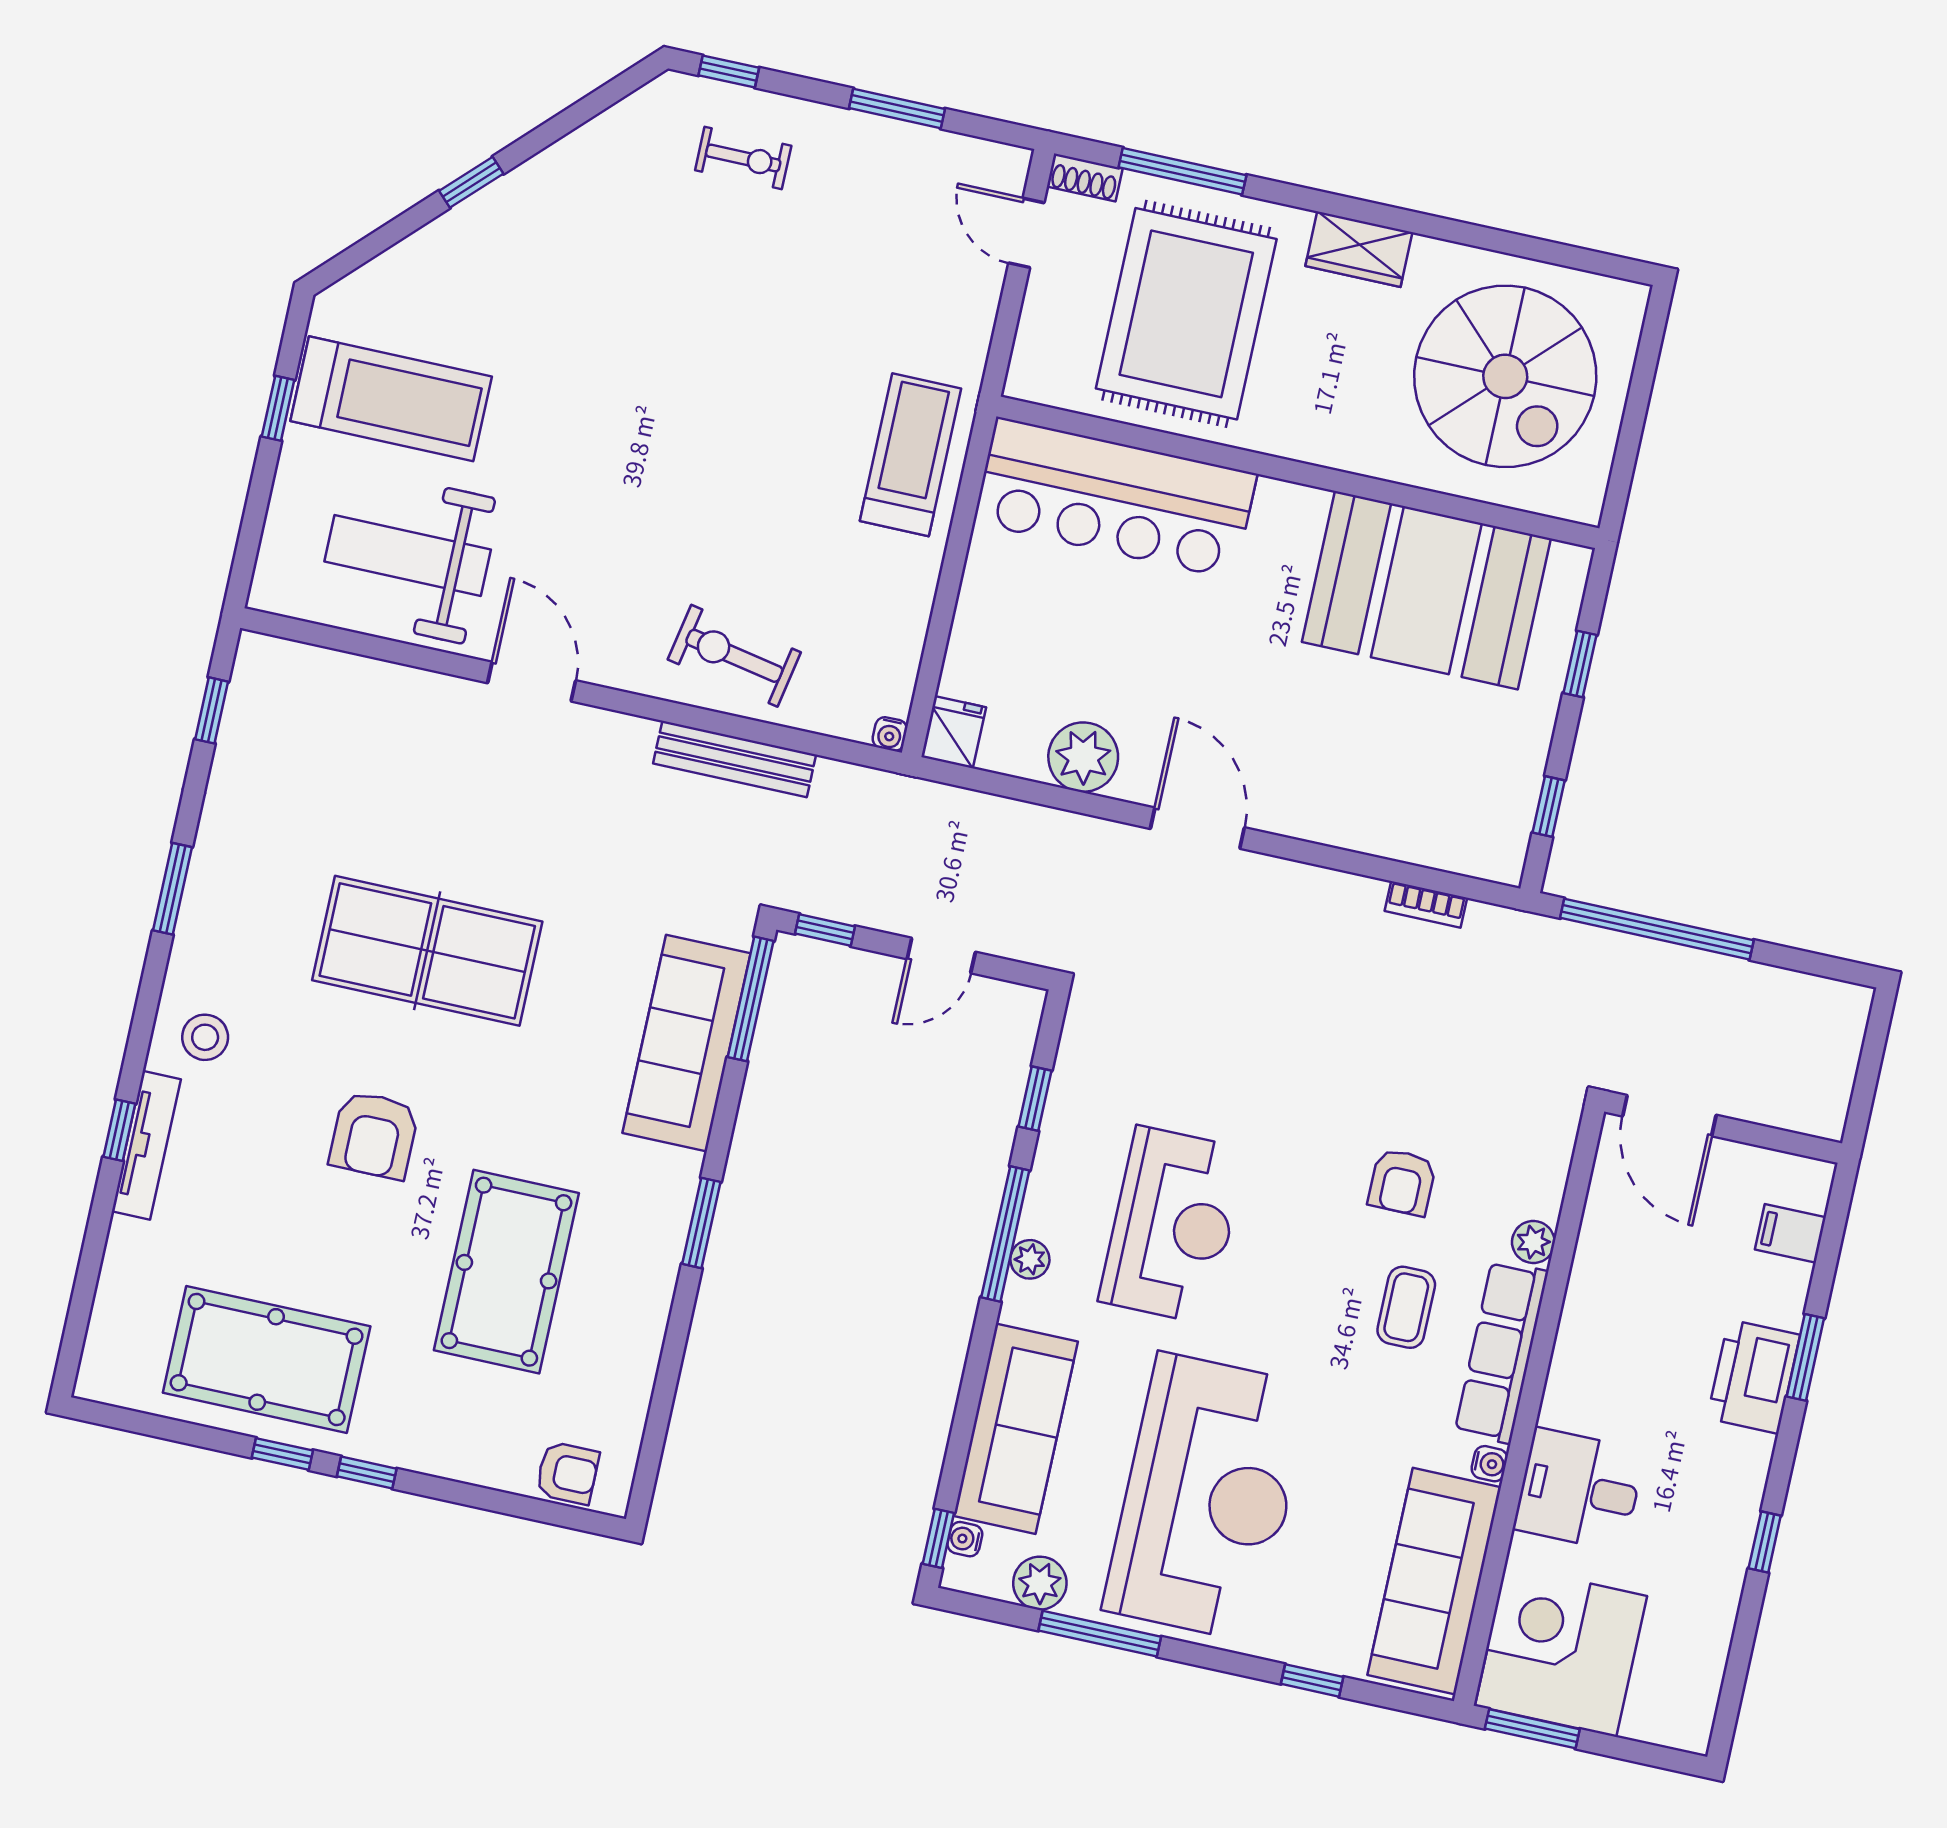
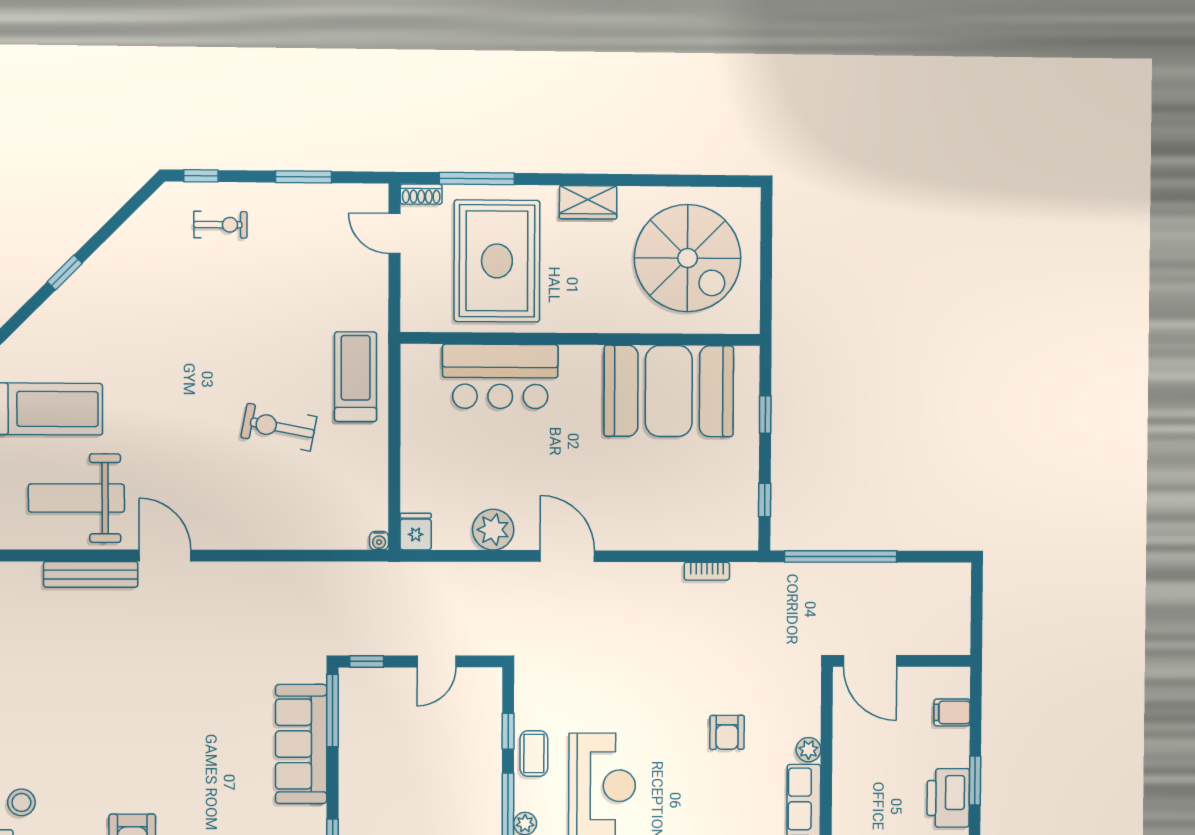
bar counter: (1116, 498) -> (500, 376), width x0.73
exercise bike: (734, 656) -> (279, 427), moved
bench: (735, 759) -> (91, 574), moved
table tennis table: (427, 951) -> (139, 724), removed
coffee table: (1406, 1307) -> (534, 753), moved

